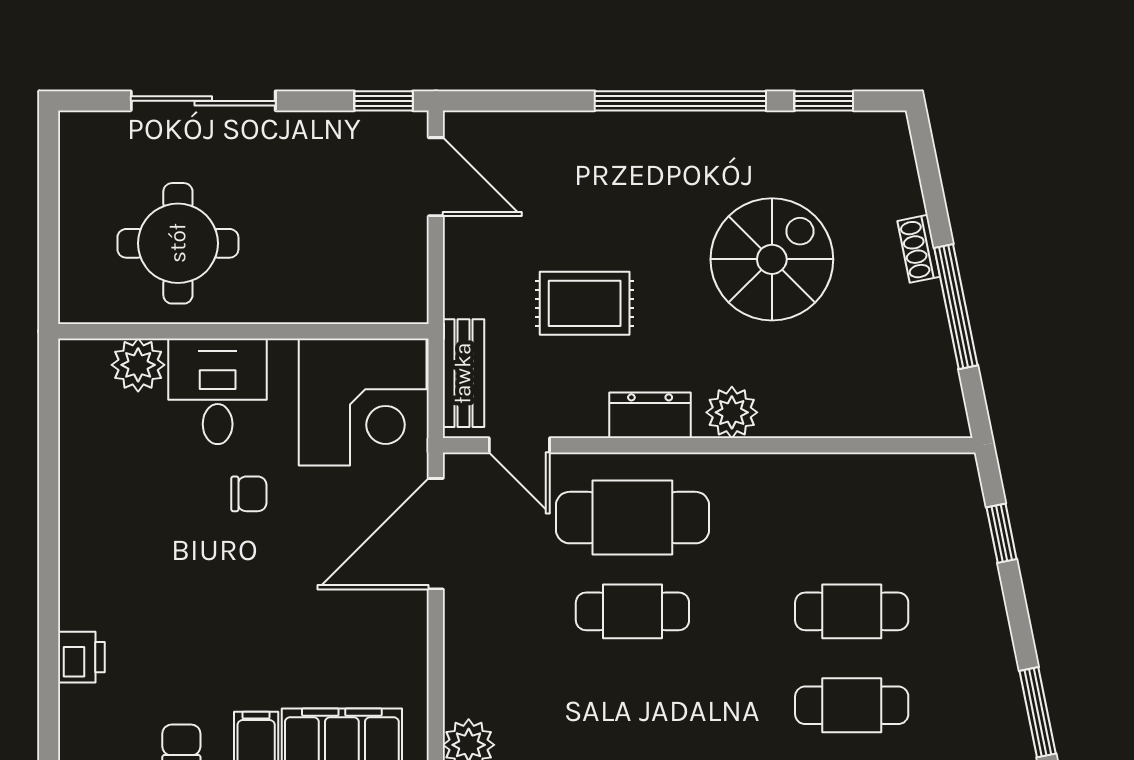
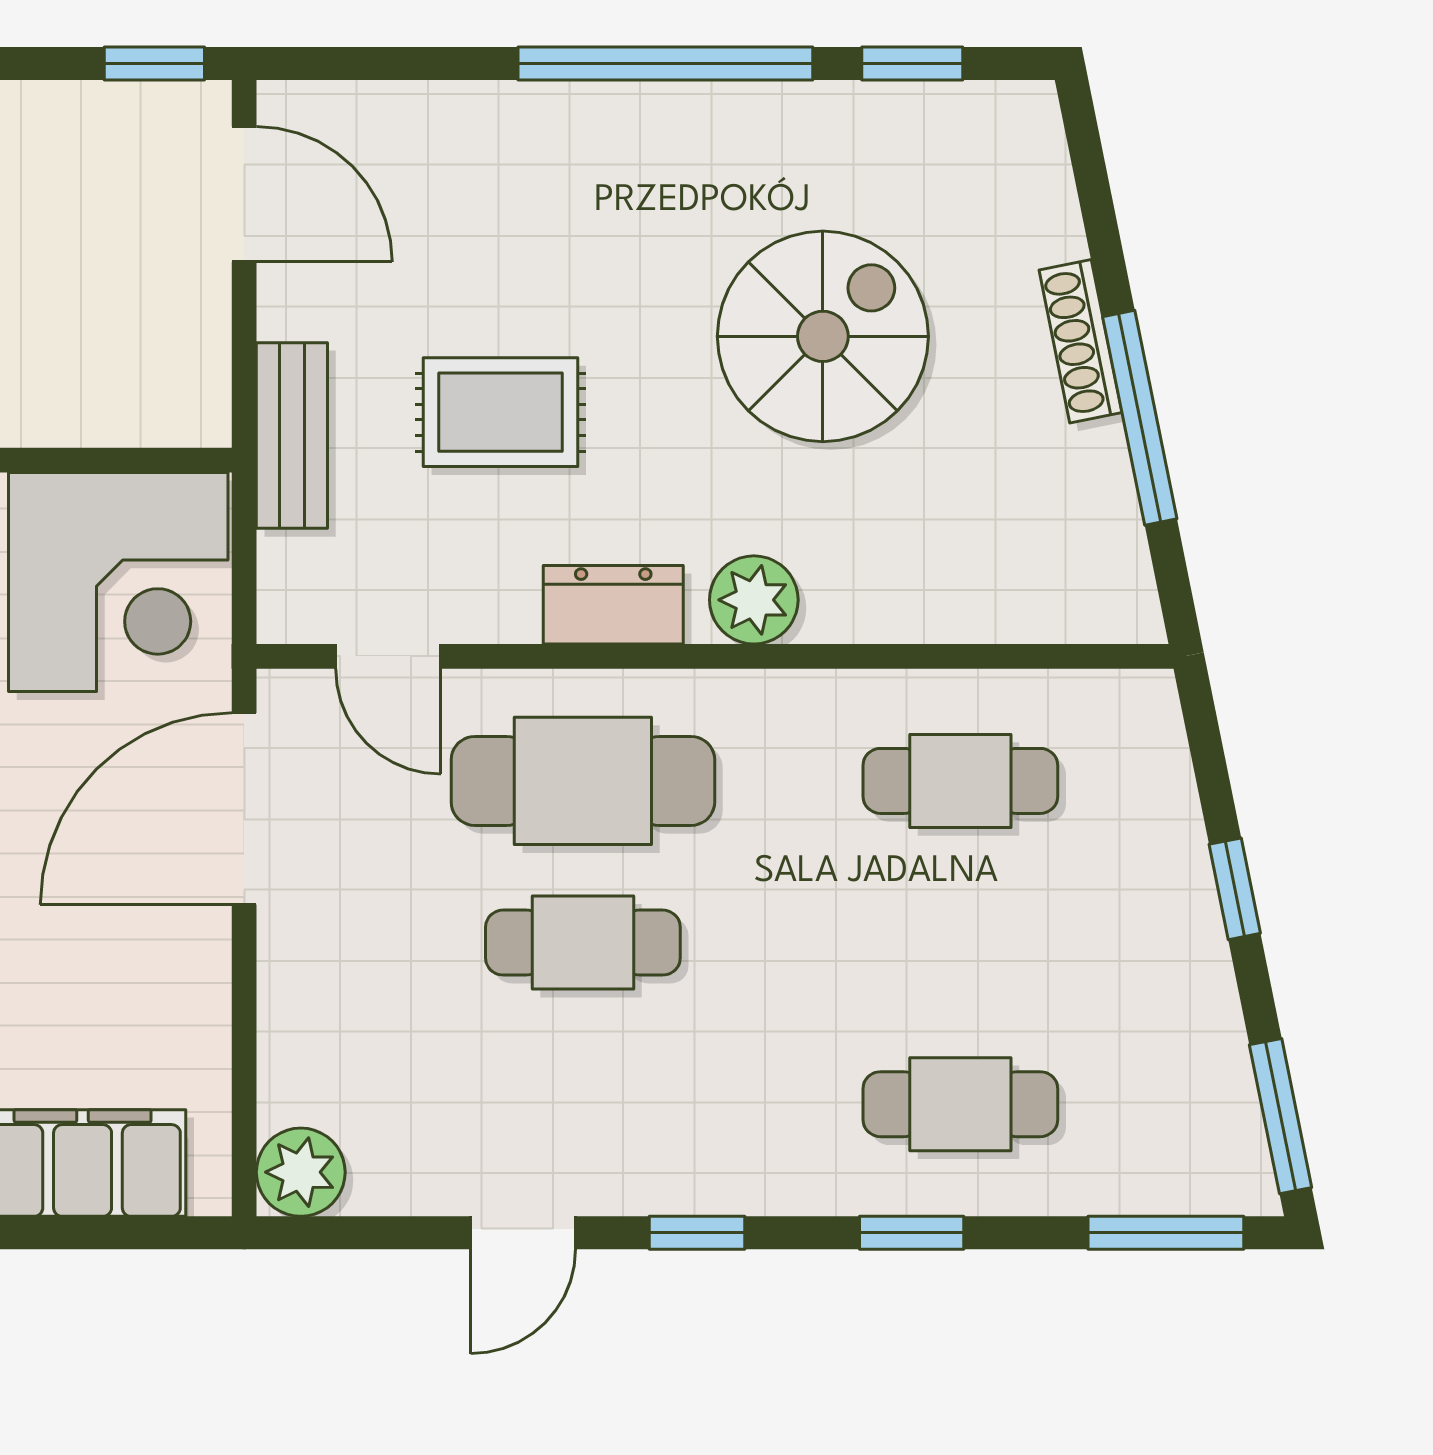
shoe rack: (919, 249) -> (1081, 341), width x1.43
bench: (463, 373) -> (292, 435), moved
window: (1002, 533) -> (1235, 889), moved
cafe table: (852, 611) -> (960, 781), moved

